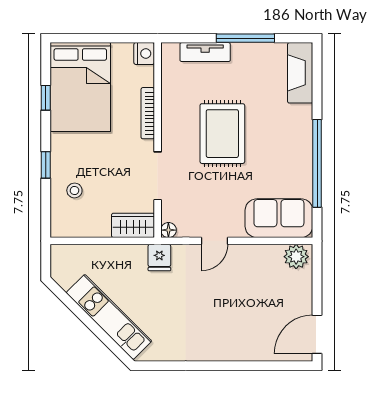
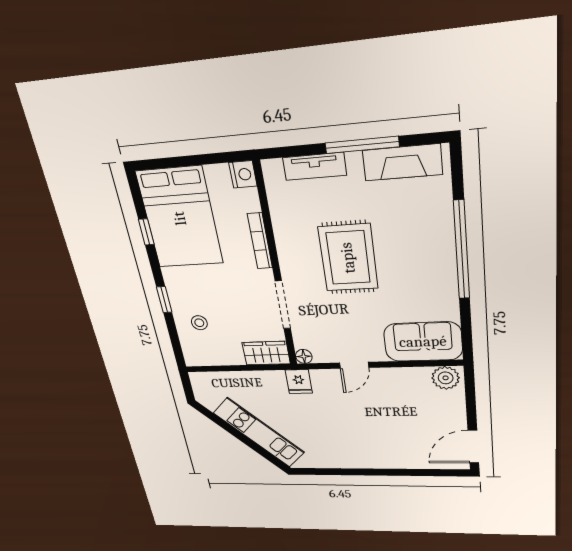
fireplace: (300, 73) -> (402, 162), moved, turned -90
window: (317, 163) -> (462, 250), moved

